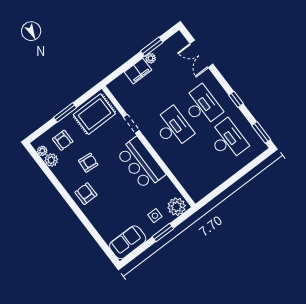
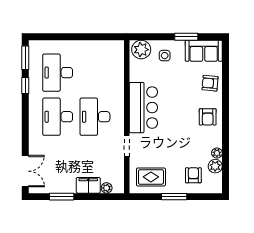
double door: (201, 54) -> (25, 171), moved
plant: (151, 58) -> (107, 188), moved
window: (236, 99) -> (25, 86), moved
rug: (94, 114) -> (151, 177), width x0.73, depth x0.70
plant: (42, 151) -> (217, 153), moved
armchair: (88, 163) -> (210, 83), moved
window: (163, 233) -> (186, 37), moved

